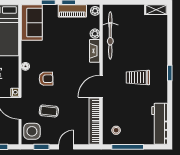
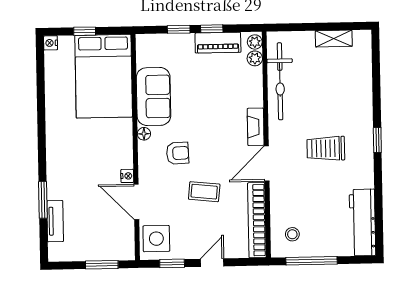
shelving: (156, 10) -> (334, 39), moved
sofa: (32, 23) -> (154, 97), moved
plant: (95, 34) -> (255, 58), moved
fireplace: (95, 51) -> (256, 127), moved
coffee table: (49, 111) -> (204, 192), moved

